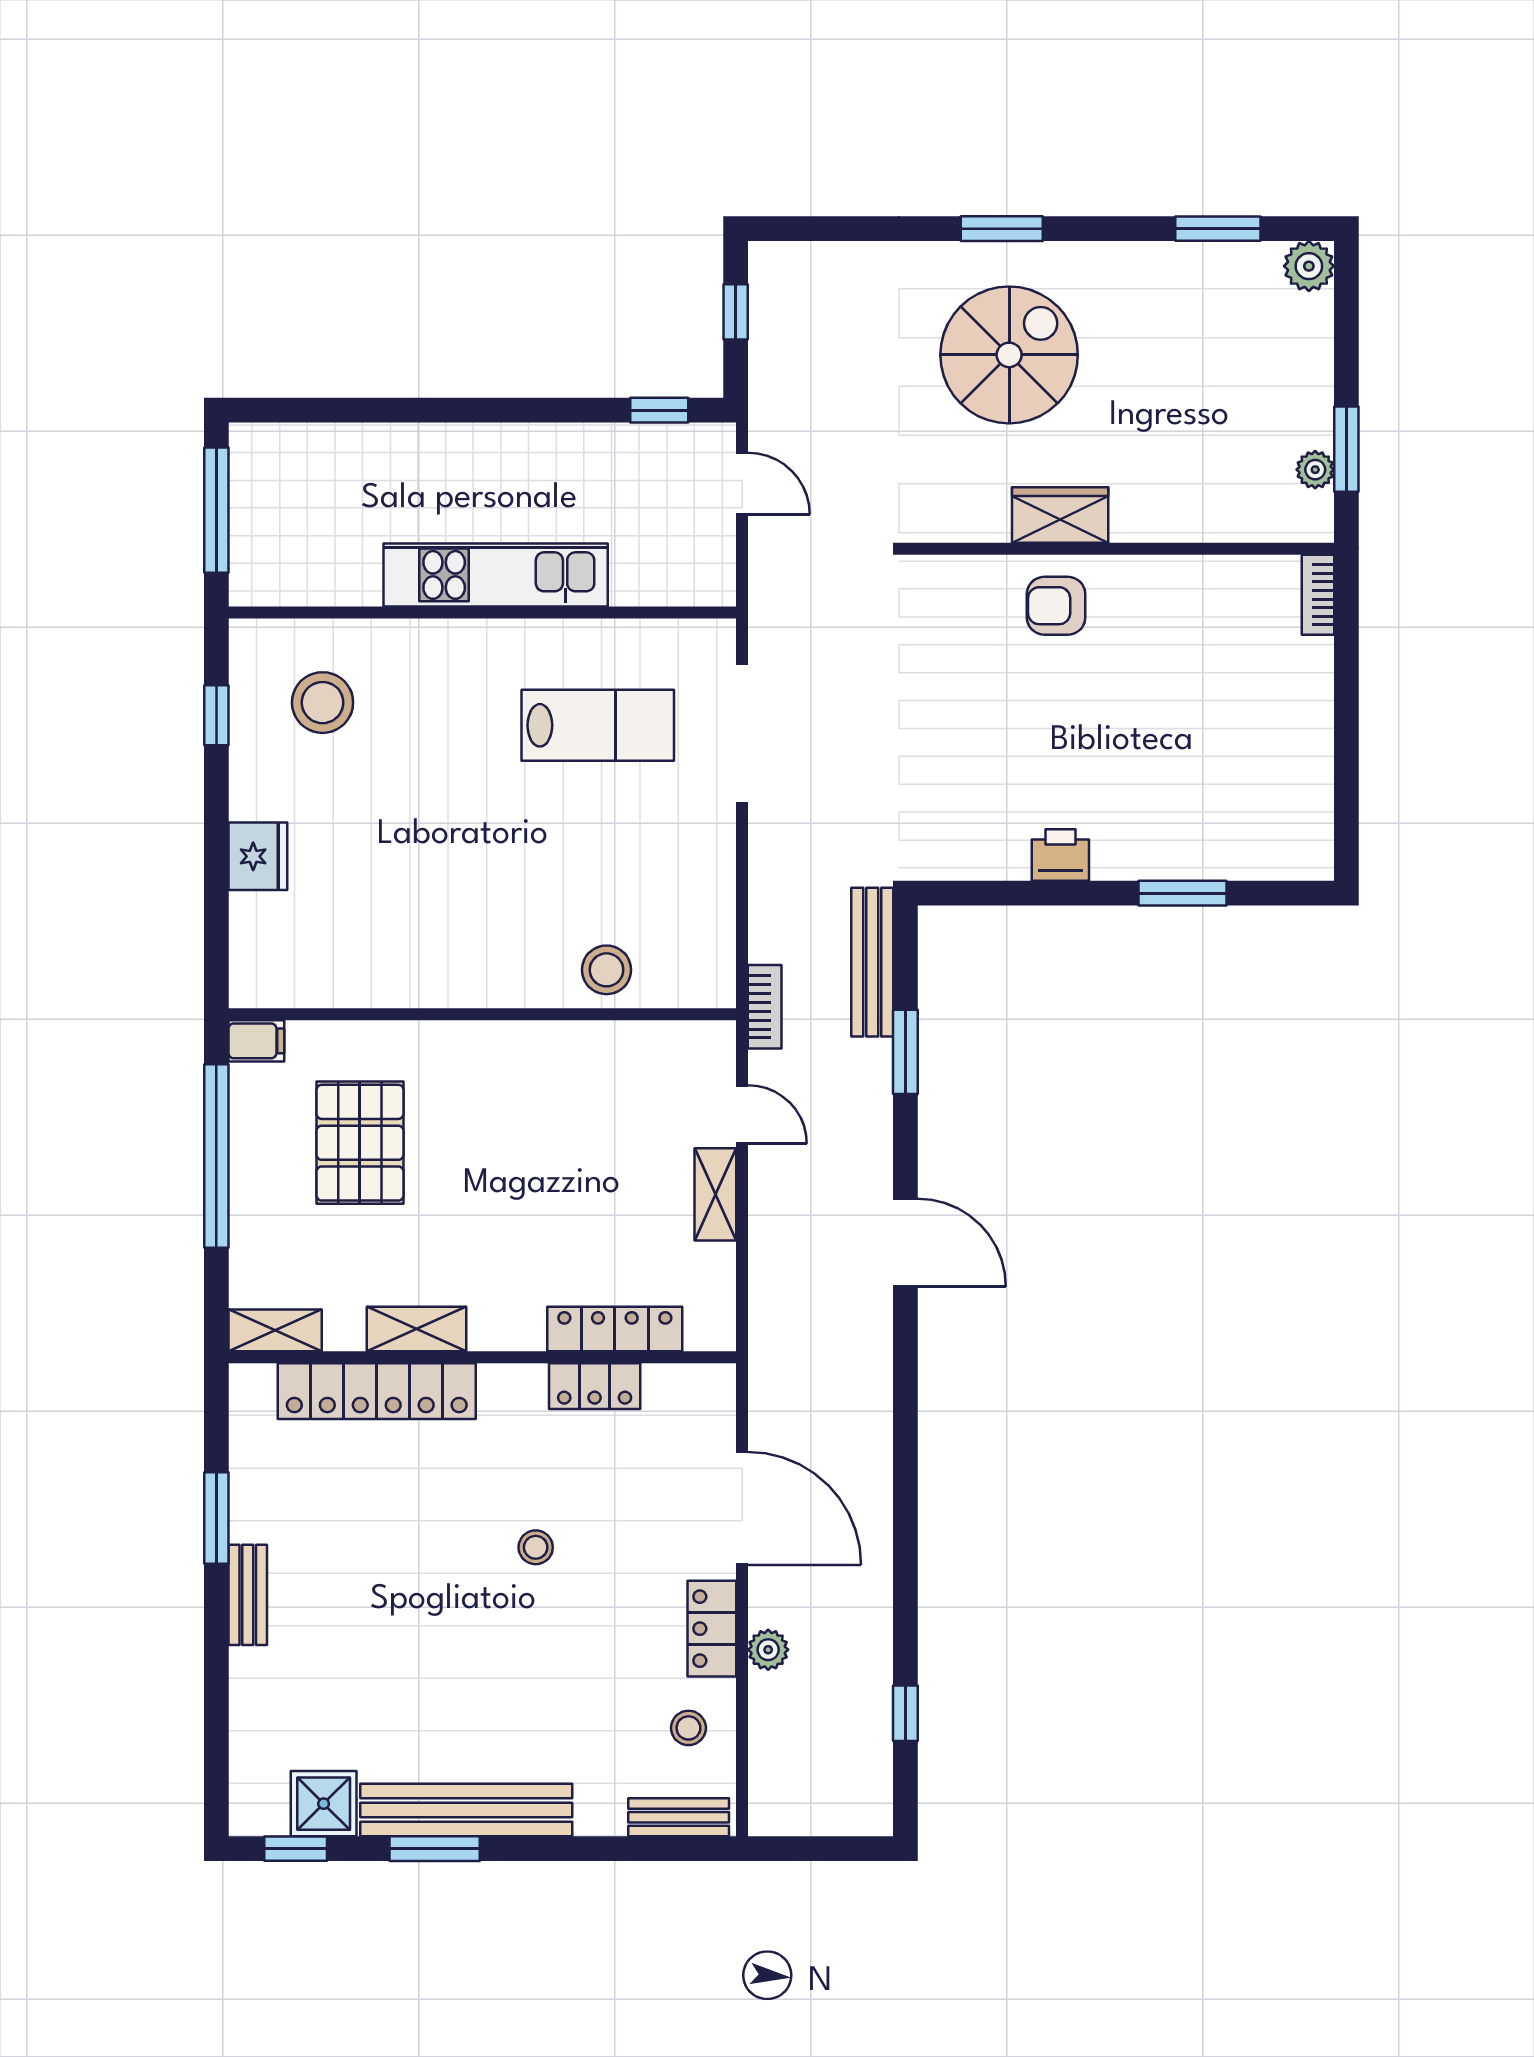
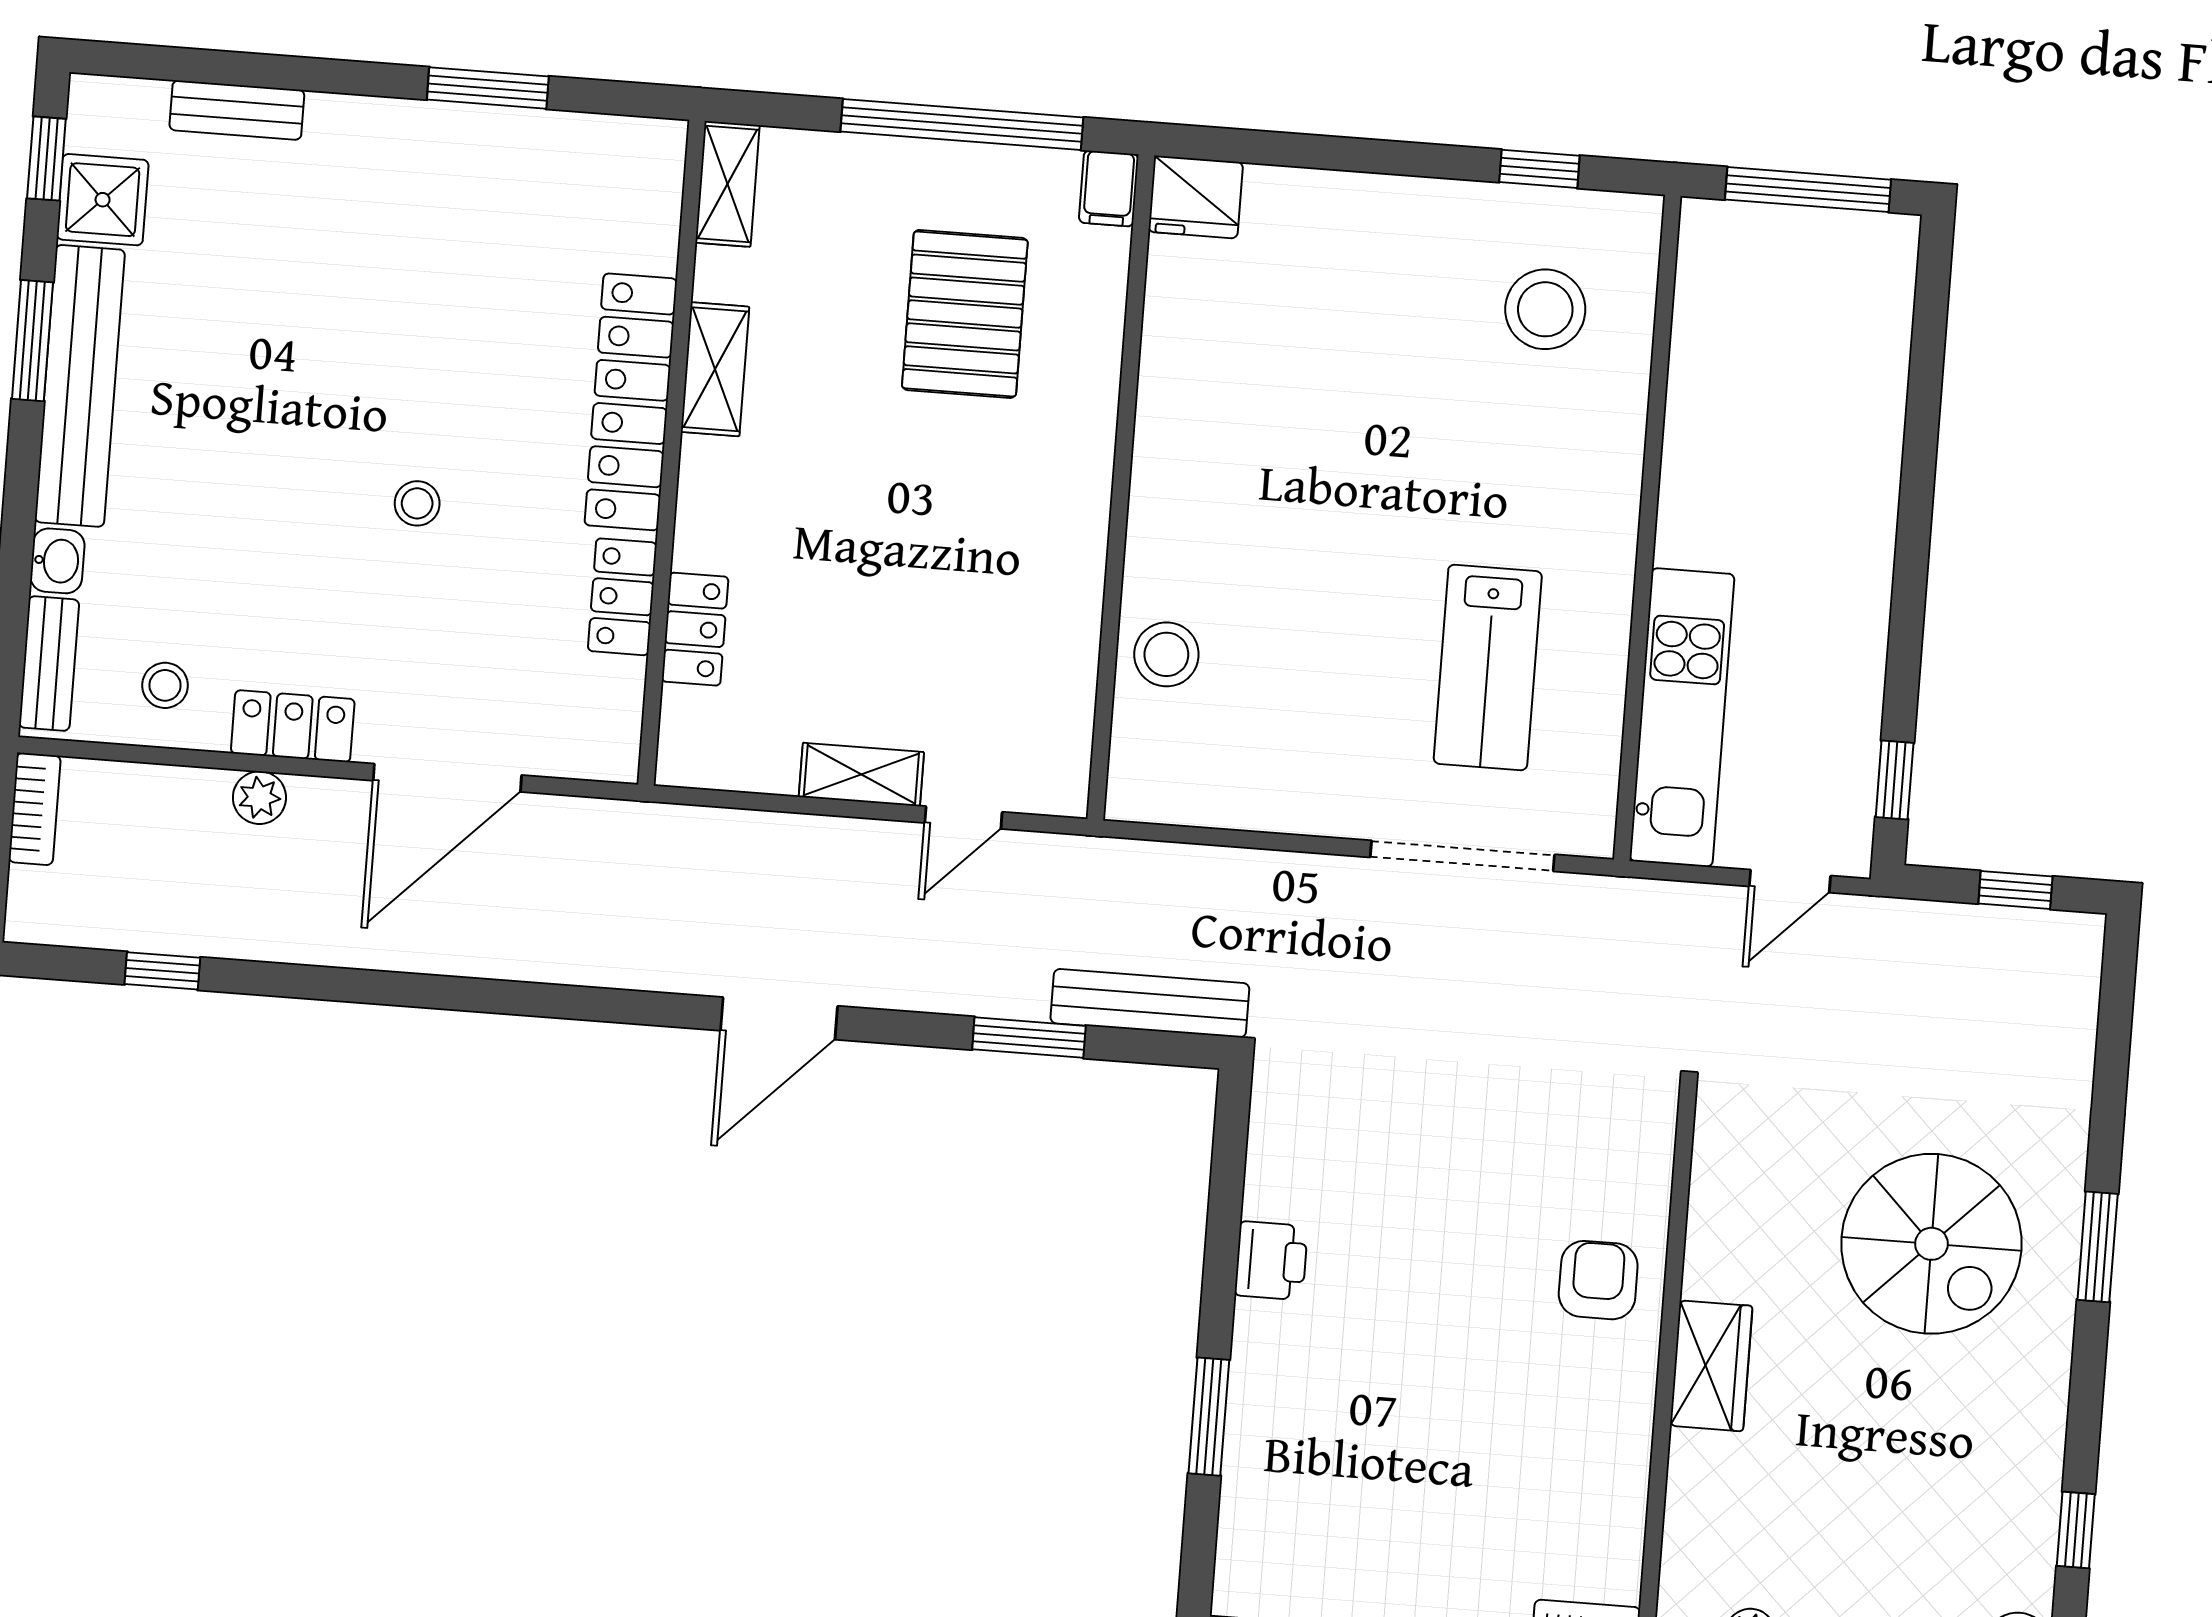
window: (1218, 229) -> (2076, 1530), width x0.67
wardrobe: (1060, 515) -> (1711, 1366), moved
kitchen unit: (496, 575) -> (1682, 717), moved
fridge: (258, 856) -> (1196, 197), moved
bookcase: (765, 1007) -> (35, 809), moved, turned -90
pallet: (360, 1143) -> (965, 314), turned 90
locker: (615, 1329) -> (695, 629), width x0.66
locker: (377, 1391) -> (631, 402), moved
bench: (248, 1595) -> (237, 110), moved
washbasin: (600, 1817) -> (57, 561), added

